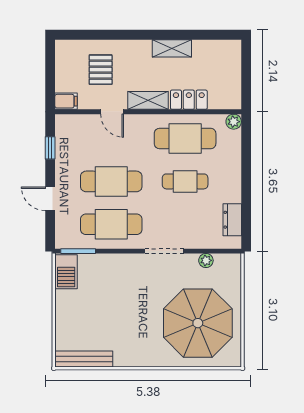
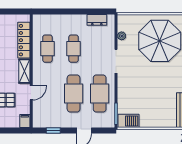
locker: (189, 100) -> (24, 40), width x1.53
plant: (234, 122) -> (37, 19), removed
cafe table: (185, 138) -> (47, 49), width x0.73, depth x0.74

